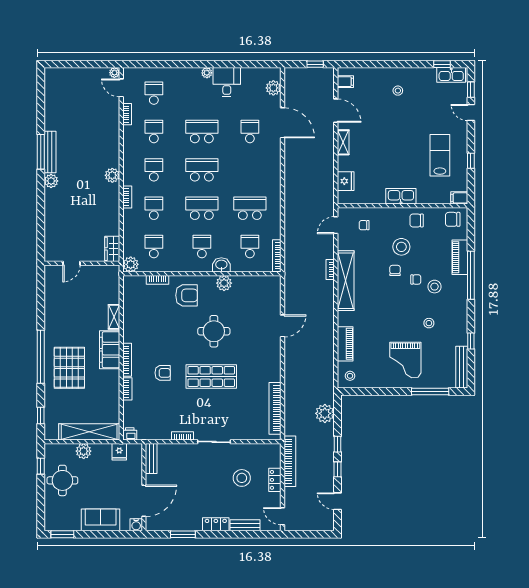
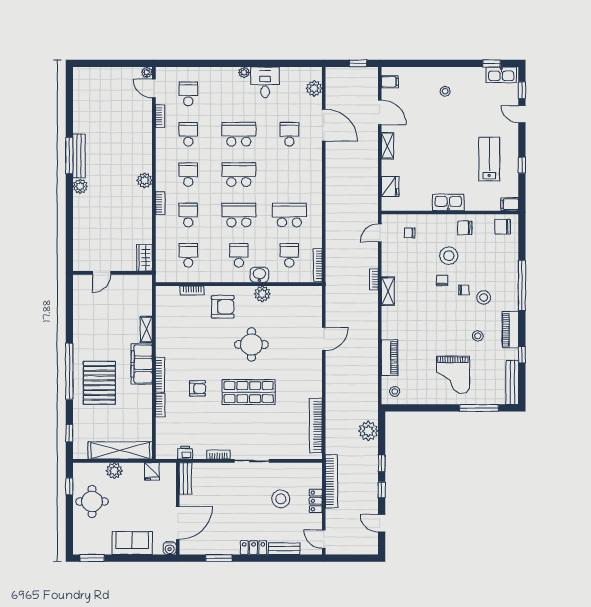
piano: (460, 257) -> (510, 330), moved
plant: (131, 264) -> (164, 274), removed
shelving: (346, 281) -> (388, 291), width x0.45, depth x0.75
printer: (130, 434) -> (185, 453), moved

